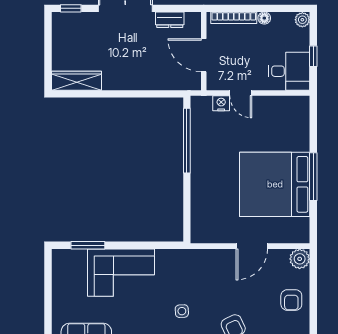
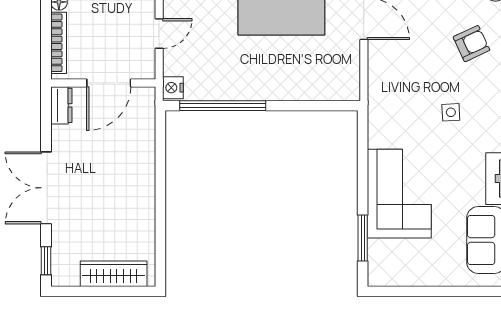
dresser: (170, 20) -> (61, 105), moved
wardrobe: (76, 81) -> (114, 274), moved, turned 90
nightstand: (221, 103) -> (173, 88), moved

